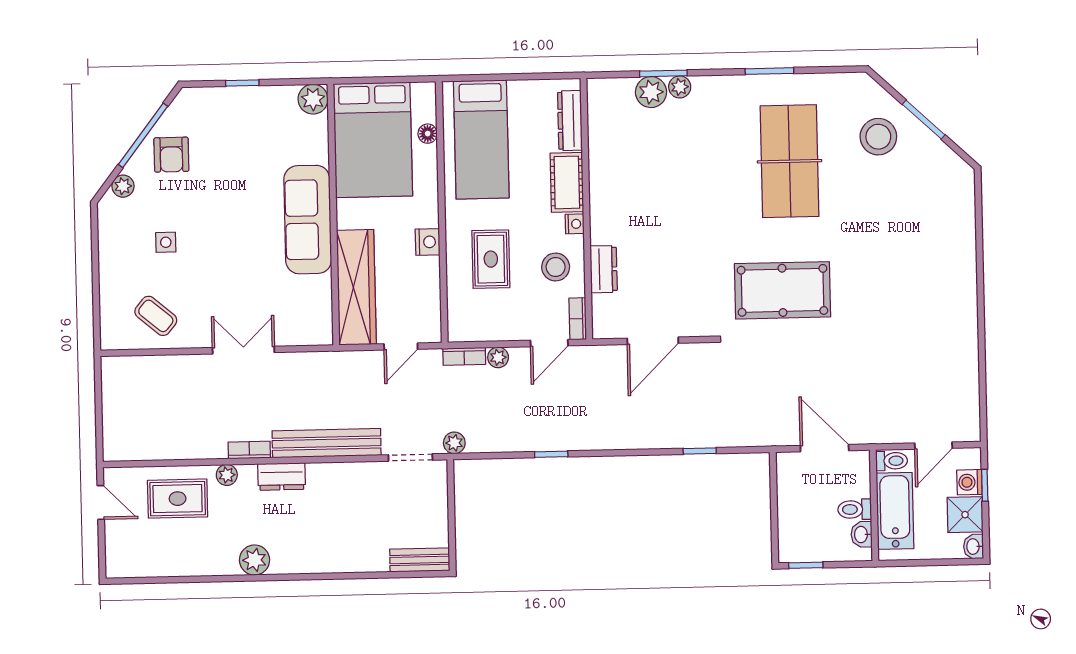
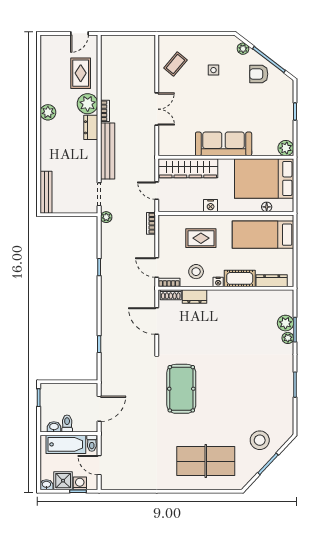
table tennis table: (789, 161) -> (206, 461), moved
shoe rack: (601, 315) -> (171, 295), added
plant: (498, 357) -> (150, 241), removed
plant: (227, 475) -> (88, 104), width x1.88, depth x1.88
bench: (420, 560) -> (46, 192), width x1.36

